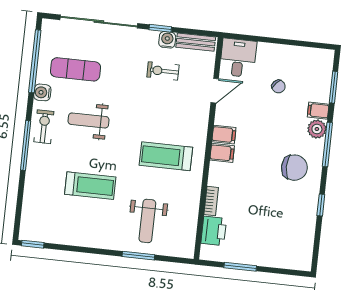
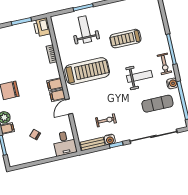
door: (215, 91) -> (69, 107), moved
treadmill: (166, 156) -> (87, 71), width x1.37, depth x1.38
printer: (214, 231) -> (42, 27), moved

